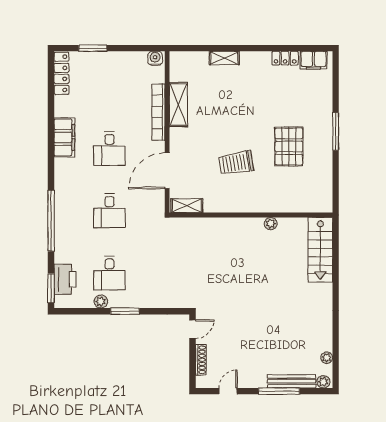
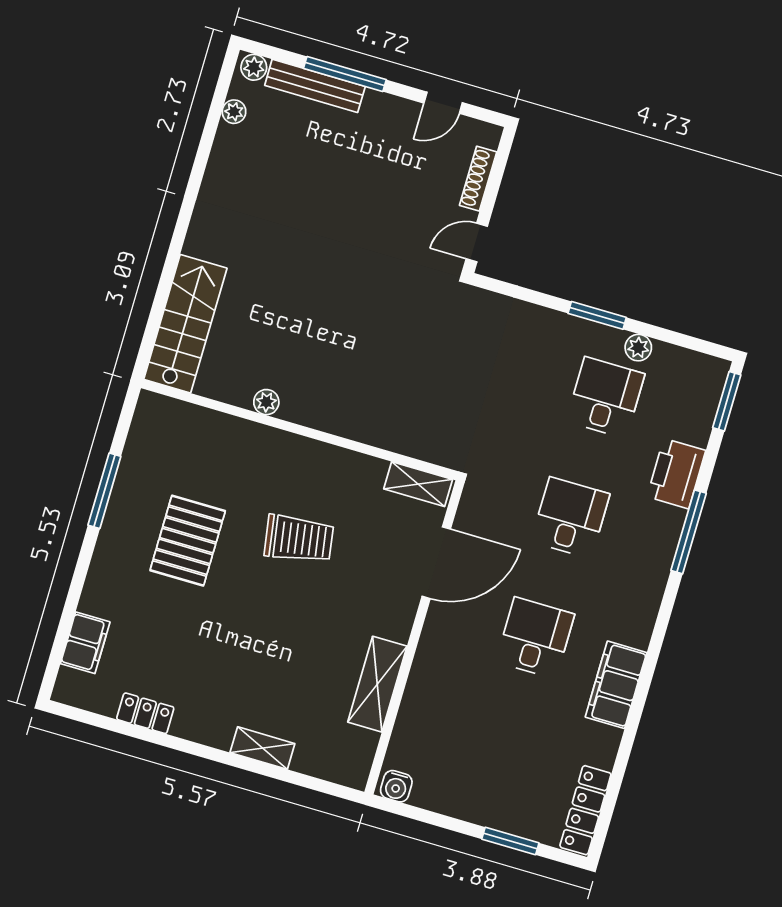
filing cabinet: (313, 60) -> (85, 643), moved, turned 90
bookcase: (158, 112) -> (420, 681), removed
window: (336, 131) -> (104, 491), moved
window: (51, 221) -> (689, 532), width x0.68
printer: (65, 279) -> (676, 474), moved

